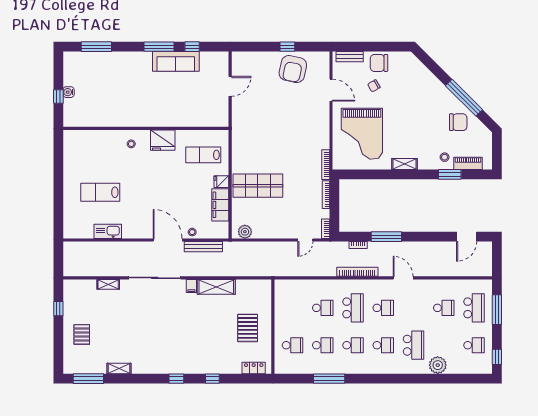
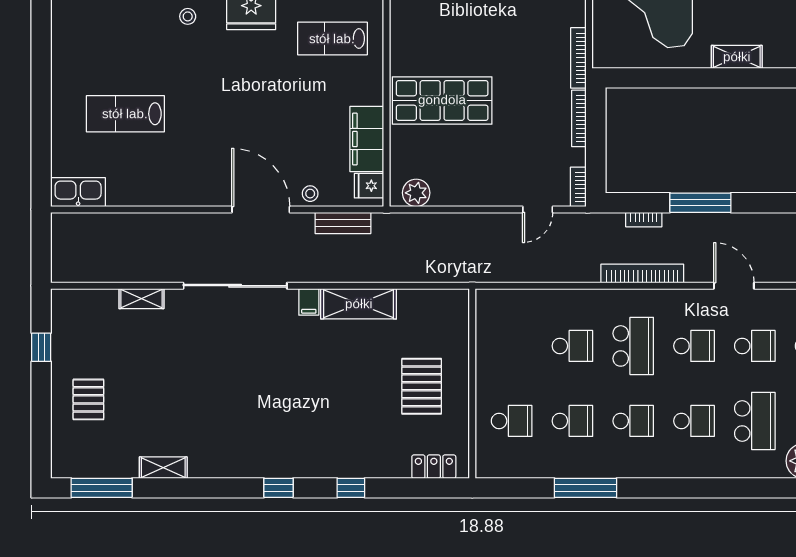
fridge: (221, 182) -> (369, 186), moved
kitchen sink: (108, 231) -> (78, 192), moved
bench: (203, 247) -> (343, 223), width x0.73
school desk: (413, 308) -> (755, 346), added

